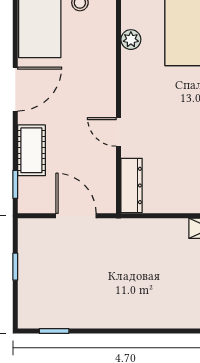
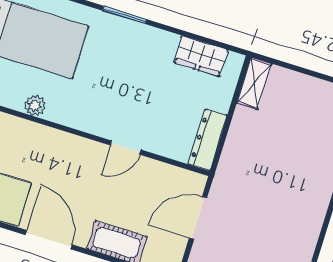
dresser: (132, 185) -> (208, 140), moved, turned -90

